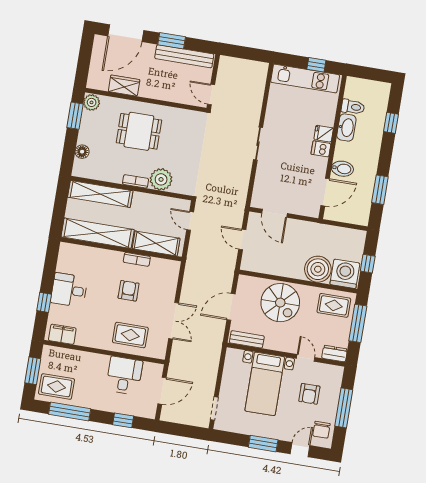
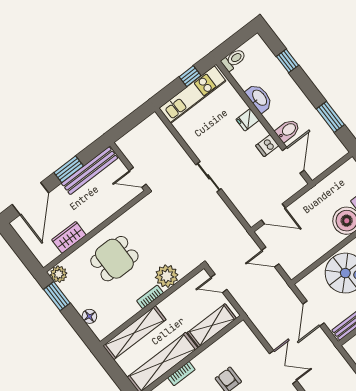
toilet: (353, 107) -> (234, 60), moved
dishwasher: (321, 149) -> (267, 146), moved
bookcase: (137, 259) -> (181, 374), moved

